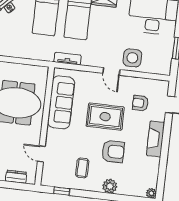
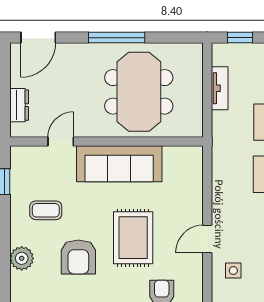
side table: (132, 58) -> (233, 270), width x0.54, depth x0.54
tv unit: (68, 59) -> (220, 88), moved
sofa: (61, 102) -> (119, 164), moved

